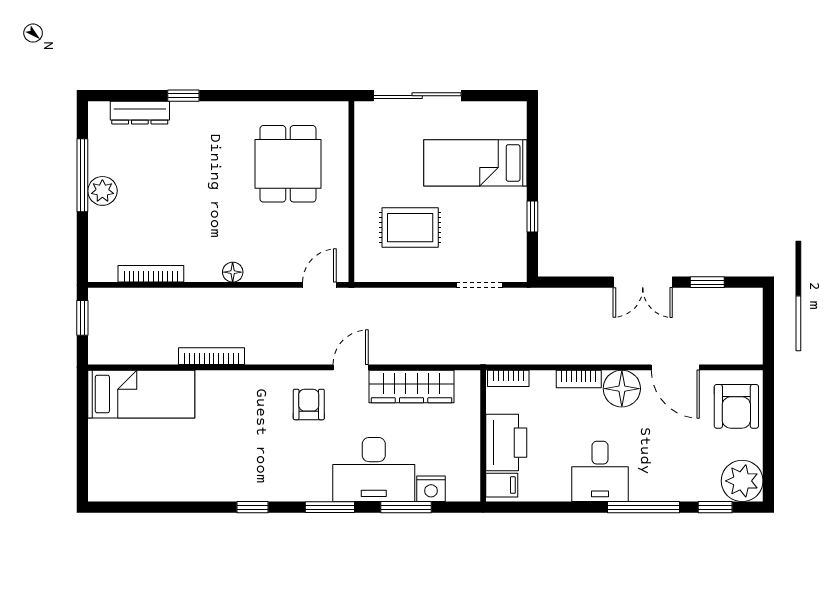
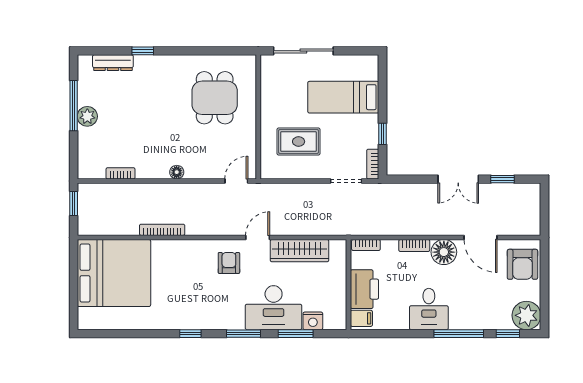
bookcase: (518, 260) -> (373, 164), added
bookcase: (151, 274) -> (121, 173), width x0.64
bed: (141, 394) -> (114, 273), width x2.04

